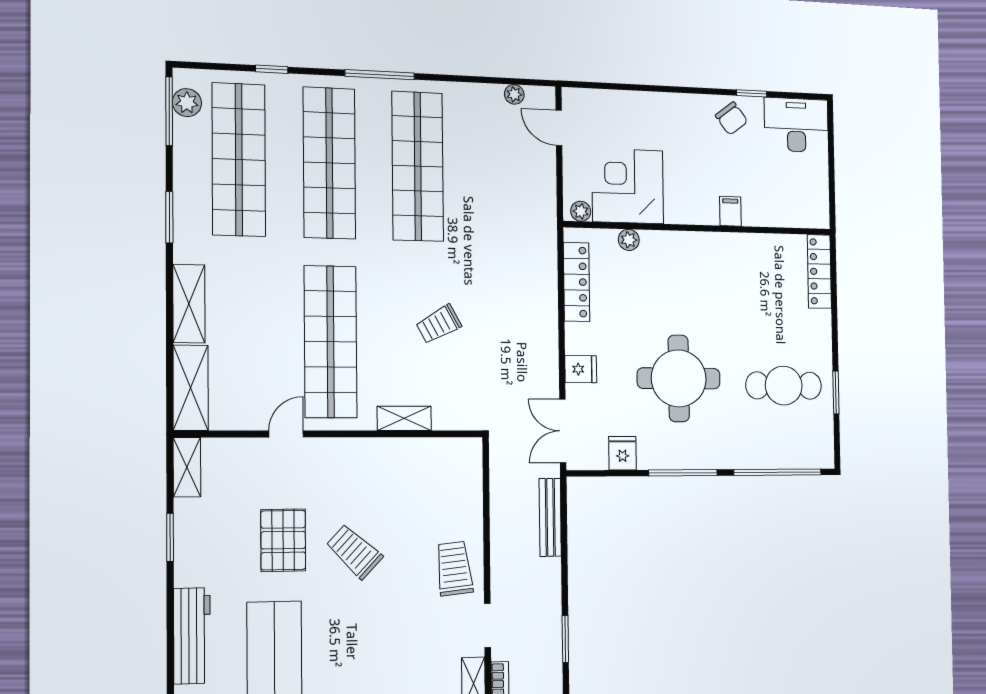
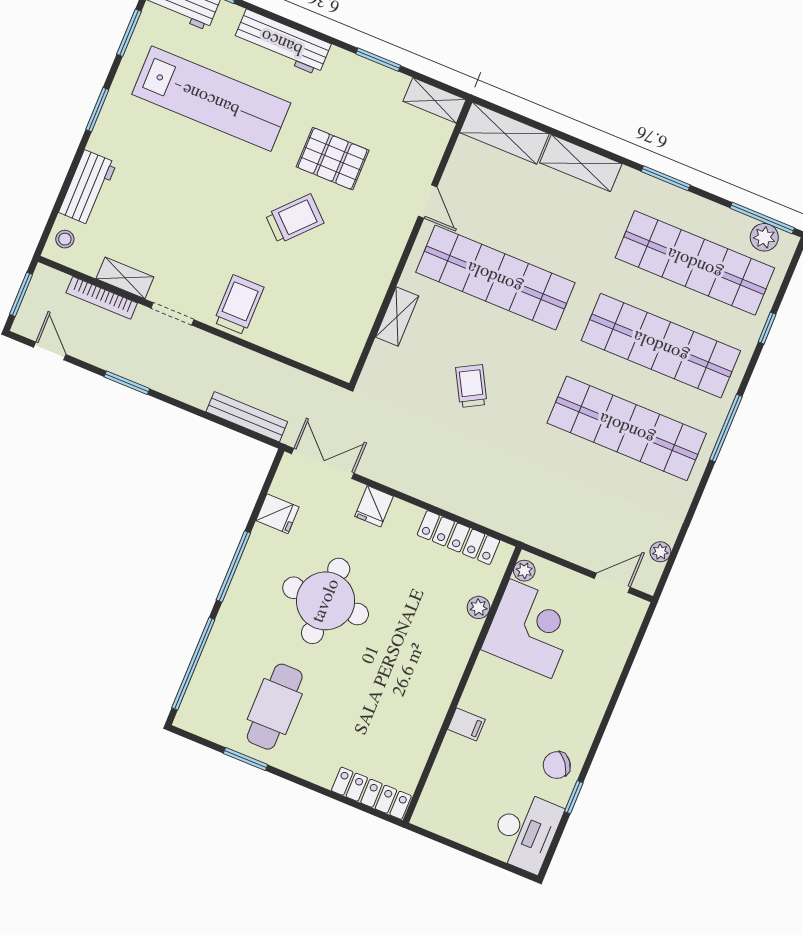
trolley: (454, 569) -> (239, 305), turned -84

